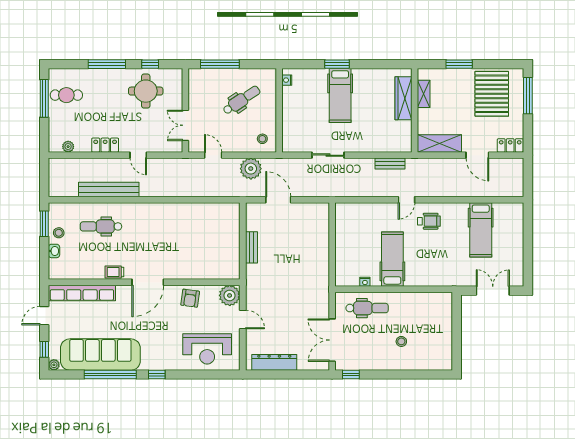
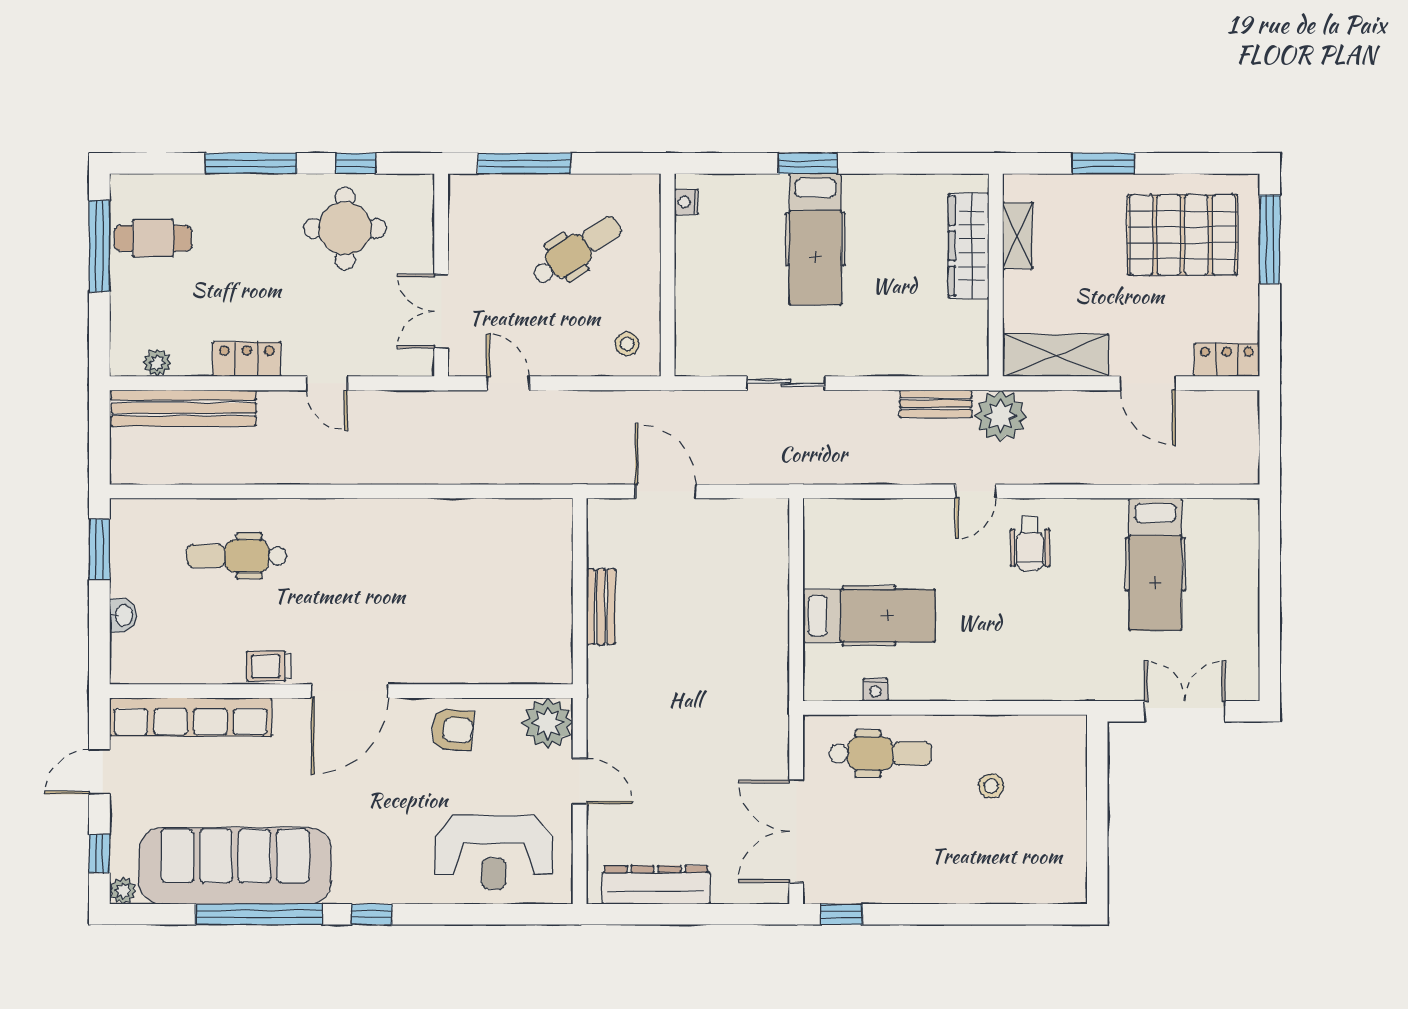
pallet: (492, 94) -> (1183, 235), turned 90
plant: (251, 169) -> (1001, 416), moved
bench: (109, 190) -> (184, 408), moved
wheelchair: (429, 221) -> (1030, 543), turned 90
stool: (59, 233) -> (134, 571), removed
hospital bed: (392, 259) -> (869, 616), moved, turned 90
armchair: (190, 298) -> (452, 730), turned -93
stool: (401, 341) -> (991, 786), moved

